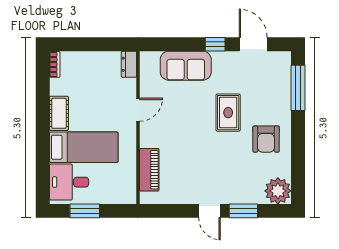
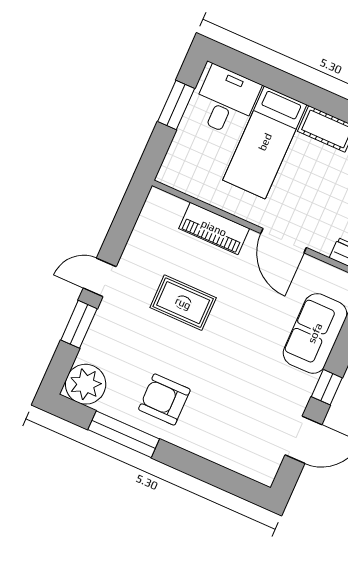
window: (298, 88) -> (124, 434), moved
door: (138, 110) -> (283, 241), width x1.38
rug: (228, 113) -> (183, 303), moved
piano: (149, 170) -> (214, 228), moved

